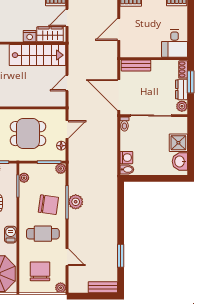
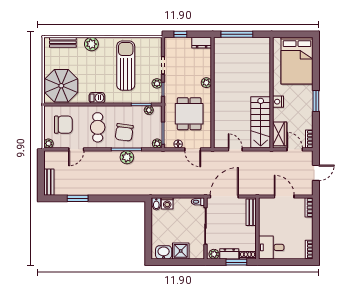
nightstand: (30, 36) -> (278, 102), moved

